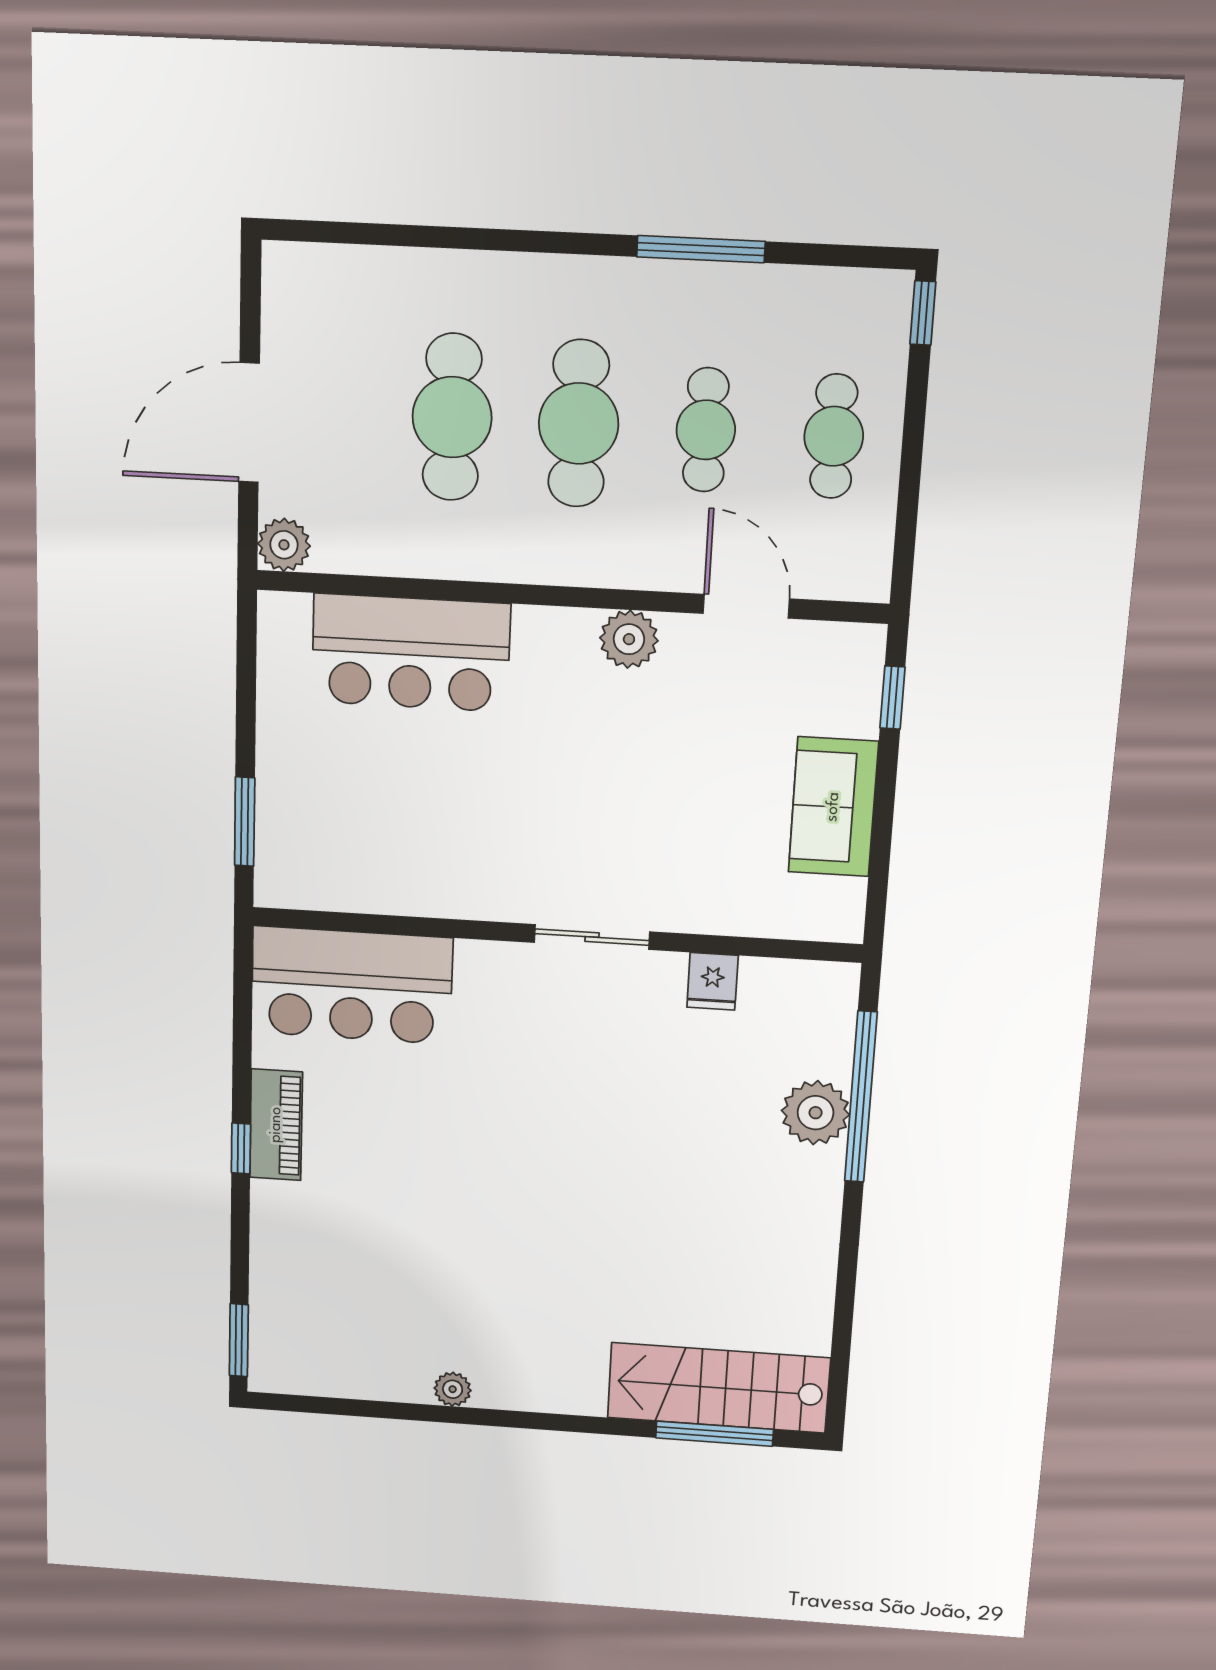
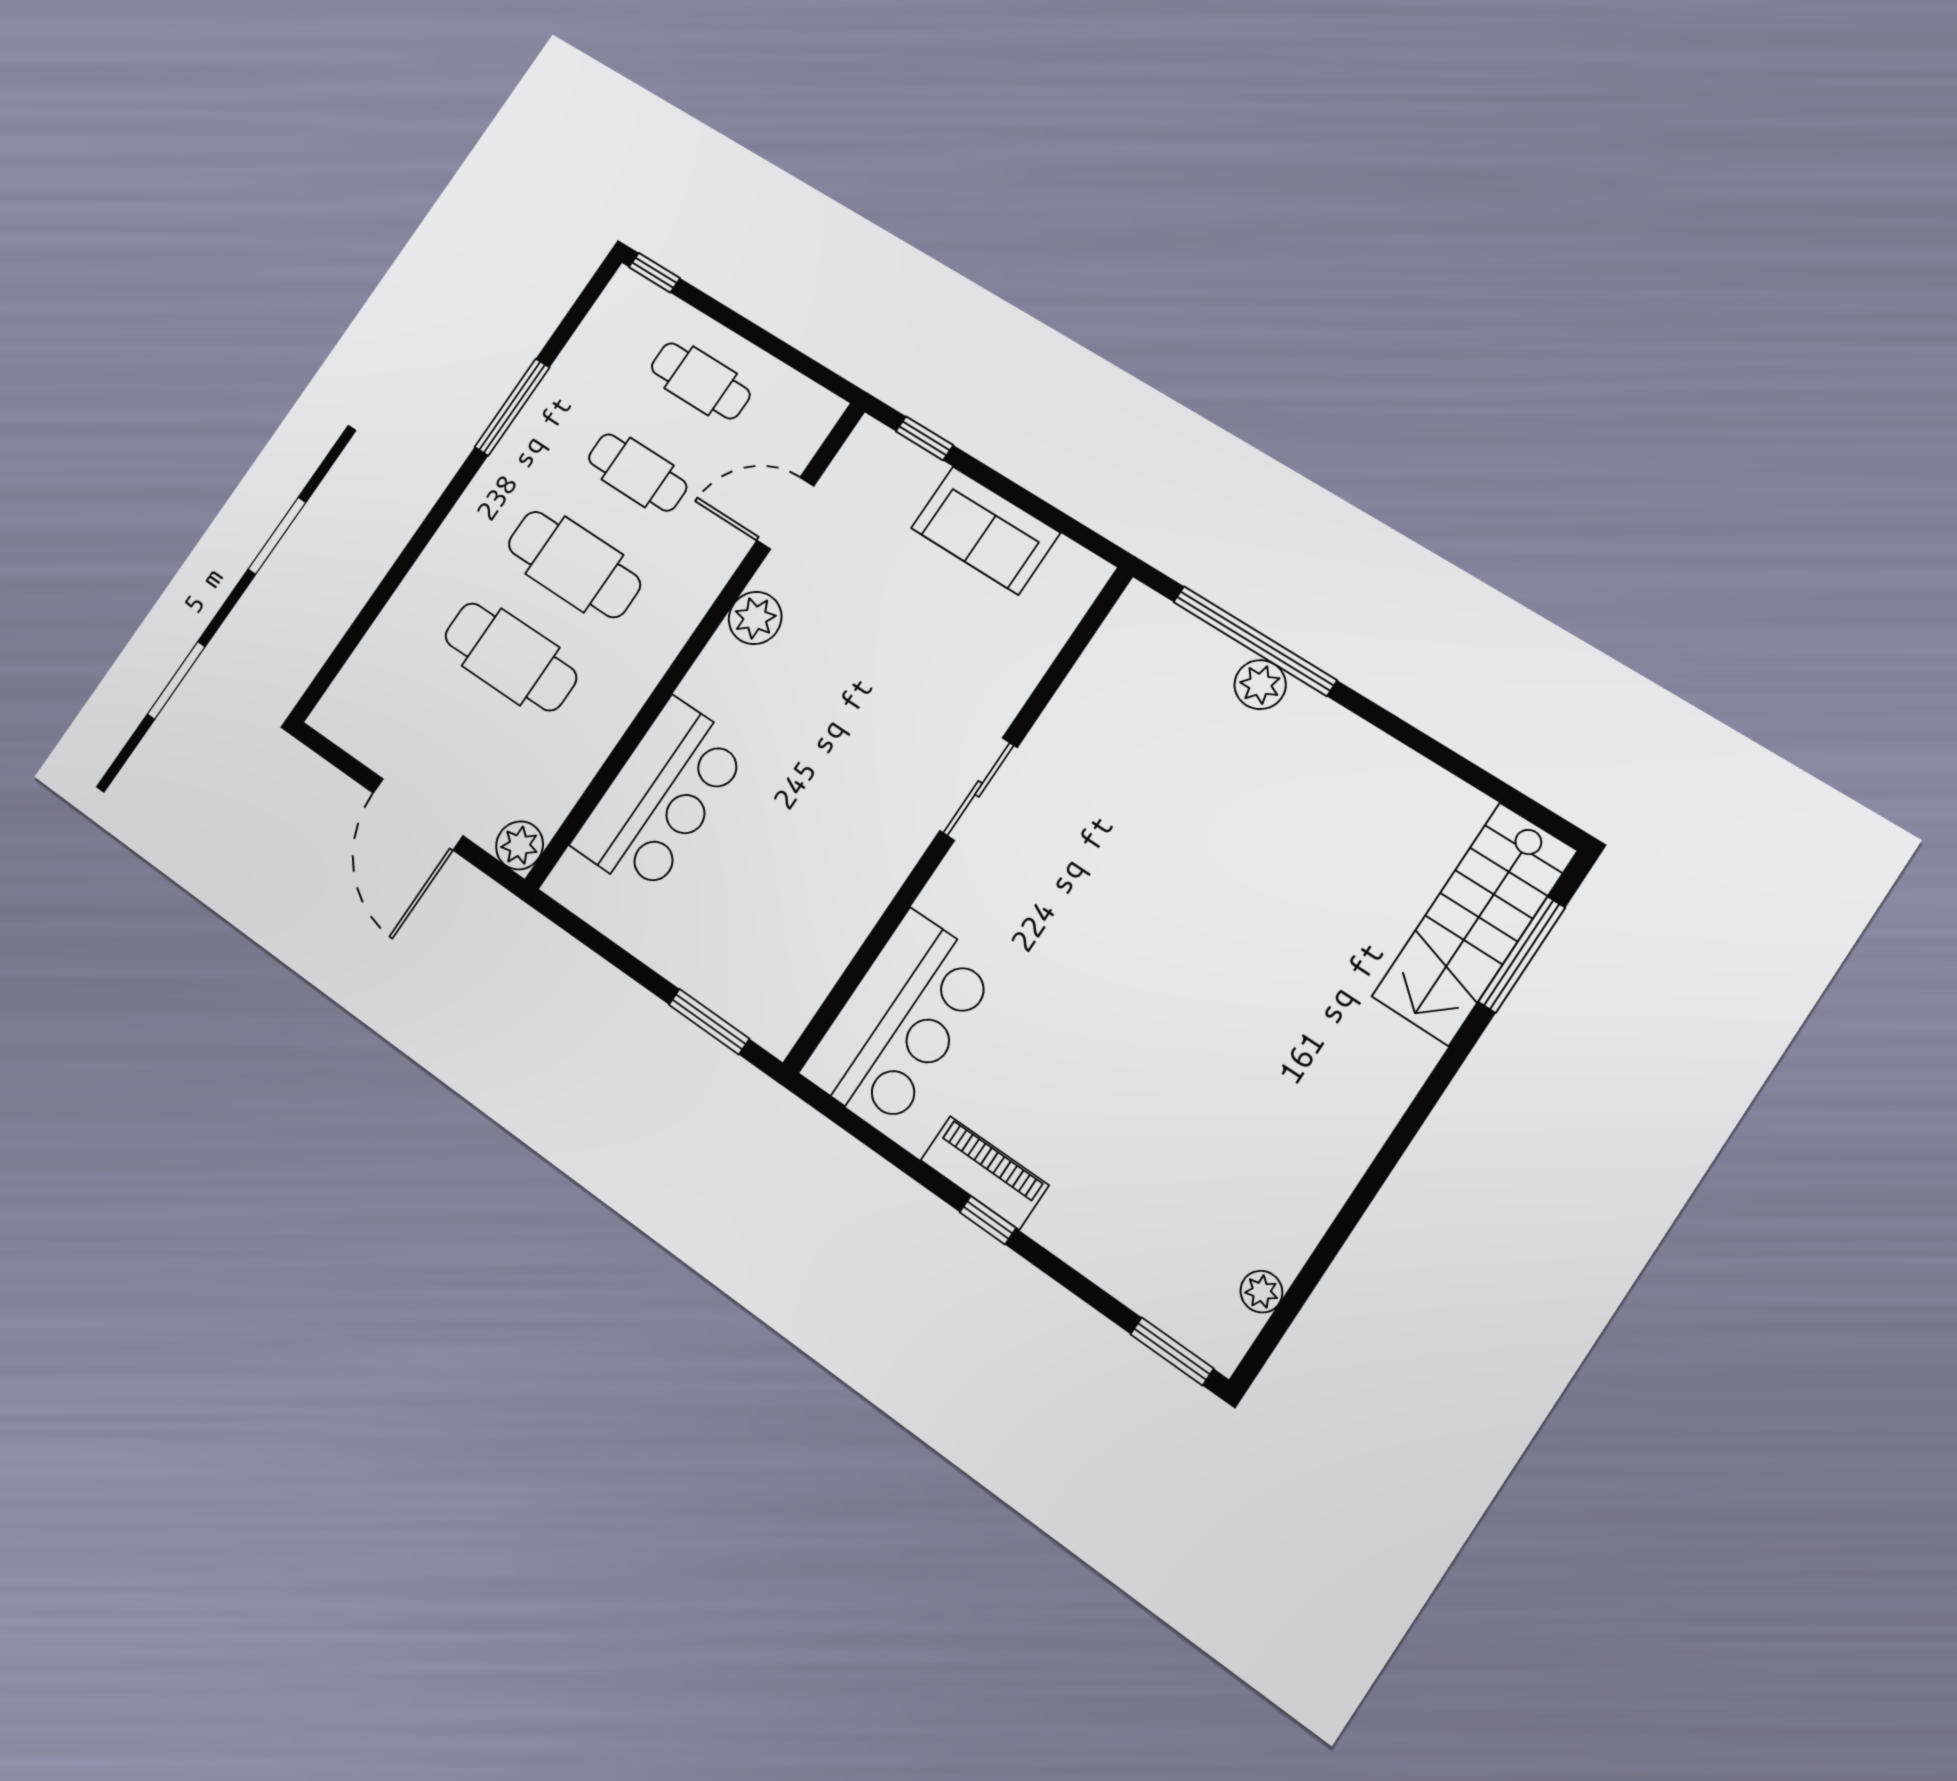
fridge: (712, 981) -> (1077, 710), removed
plant: (816, 1113) -> (1260, 685), width x0.73, depth x0.73
plant: (453, 1389) -> (1261, 1292), moved

